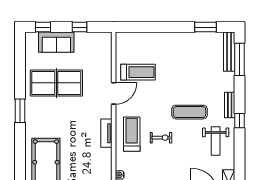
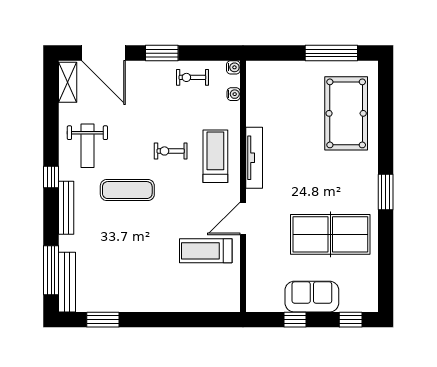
sofa: (56, 42) -> (312, 297), moved
bench: (230, 105) -> (66, 208), width x1.36
tv unit: (106, 133) -> (254, 158), width x1.41
treadmill: (132, 134) -> (215, 156), turned 180
weight bench: (216, 141) -> (87, 146), turned 180

